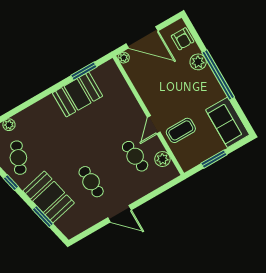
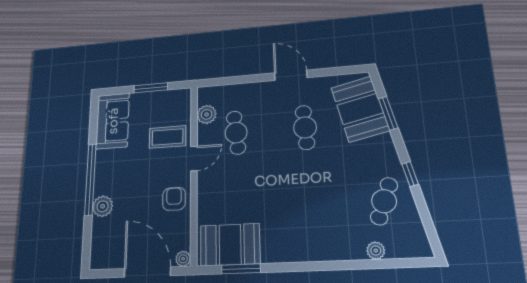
armchair: (182, 39) -> (174, 199), moved
booth: (78, 94) -> (230, 245), moved
booth: (49, 197) -> (360, 109), moved

